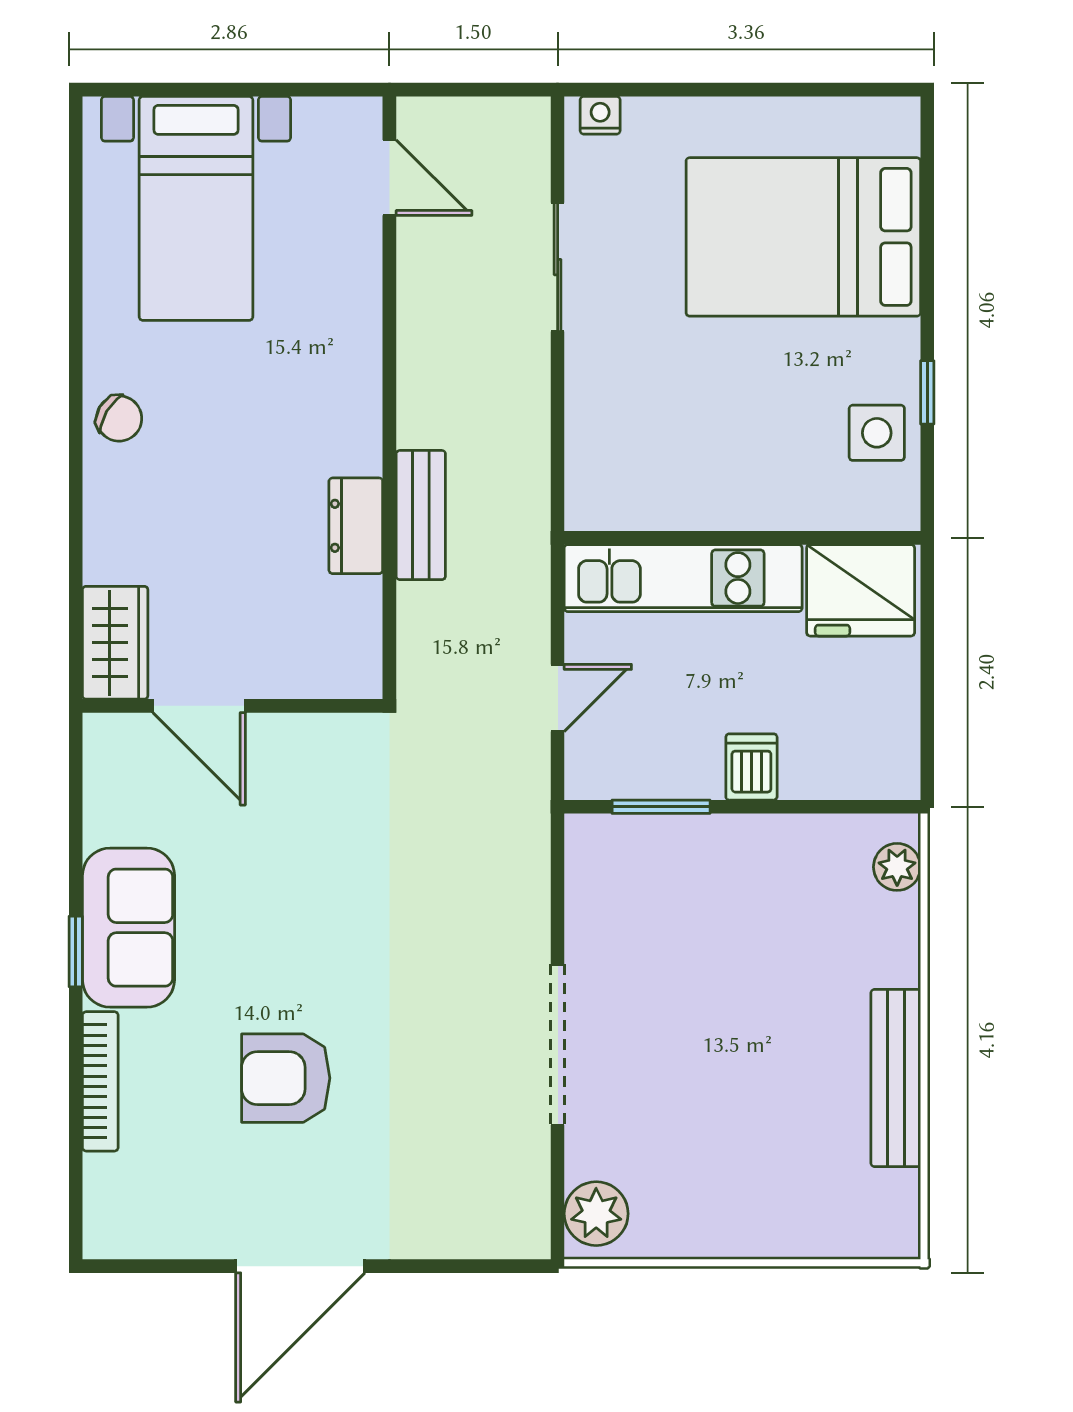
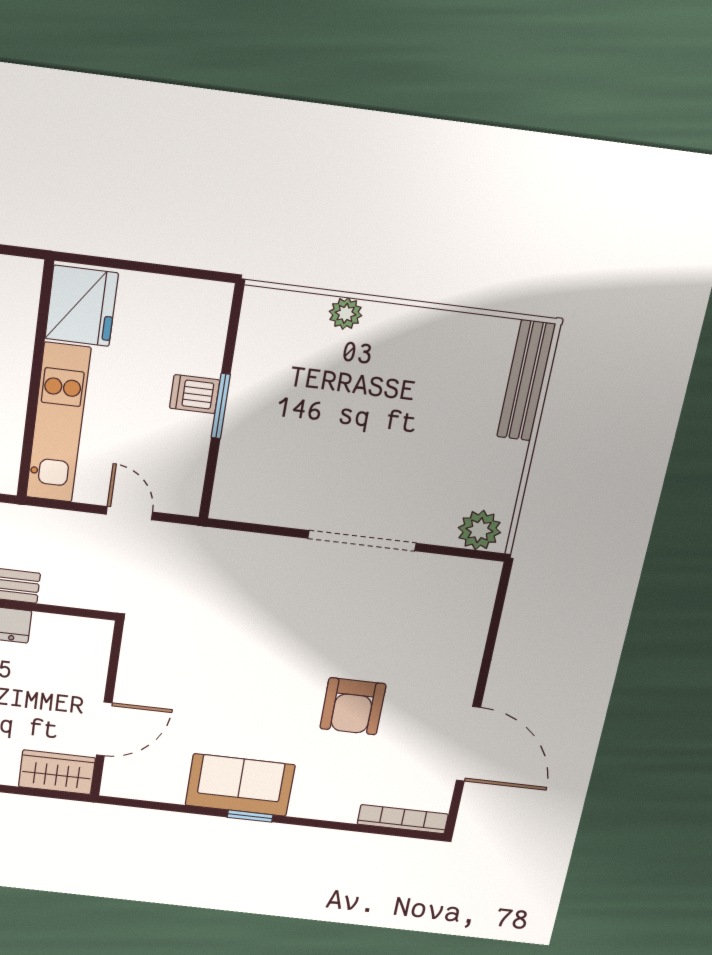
window: (661, 807) -> (221, 406), moved
plant: (897, 867) -> (346, 313), moved
bench: (896, 1078) -> (526, 381), moved, turned 90
bookcase: (100, 1081) -> (403, 819), moved
door: (300, 1266) -> (468, 744), moved

